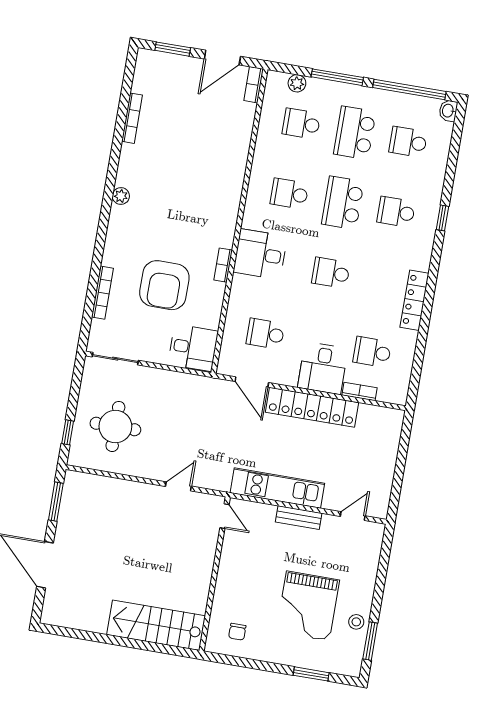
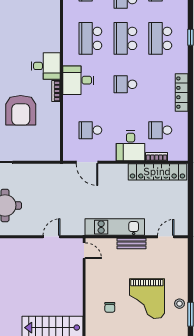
school desk: (289, 194) -> (90, 38), width x1.85
school desk: (396, 212) -> (160, 38), width x1.85
desk: (193, 348) -> (46, 66), moved
locker: (312, 407) -> (157, 172), moved
chair: (237, 632) -> (110, 307), moved

